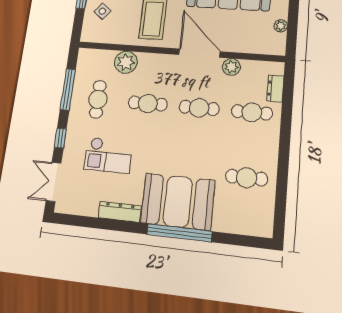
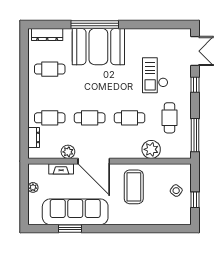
fireplace: (242, 46) -> (61, 169), added
window: (68, 89) -> (195, 135), moved
checkout: (108, 155) -> (155, 75), turned -90
dresser: (120, 212) -> (47, 34), moved

